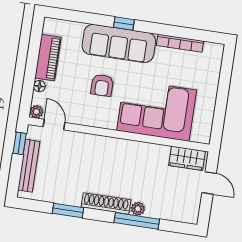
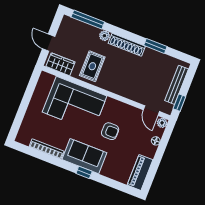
sofa: (119, 43) -> (84, 156), width x0.73
piano: (48, 58) -> (140, 172), moved
armchair: (102, 85) -> (110, 131), turned 90
rug: (145, 165) -> (92, 66), added
window: (137, 221) -> (88, 19), moved

